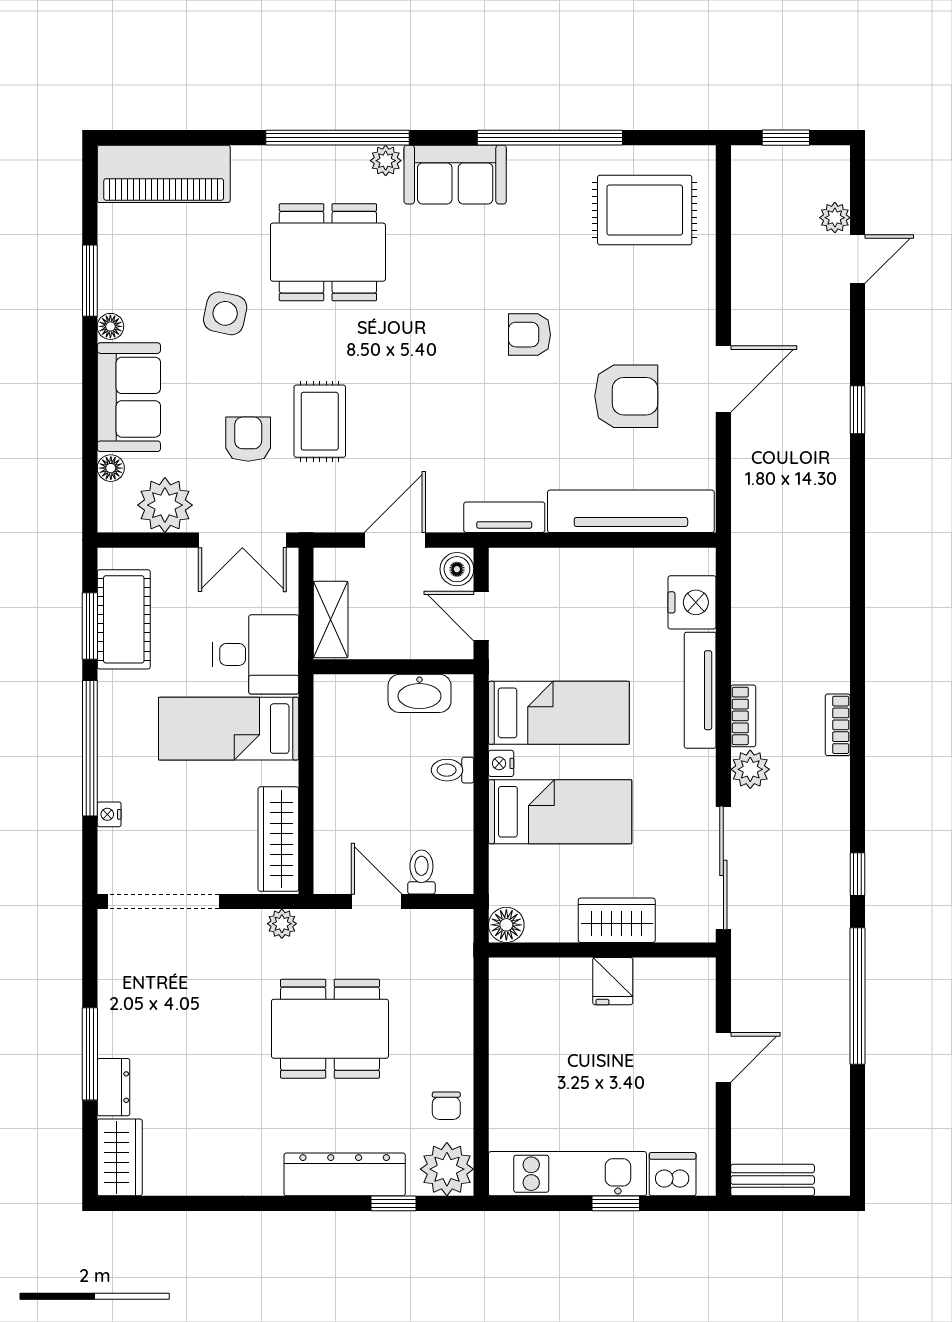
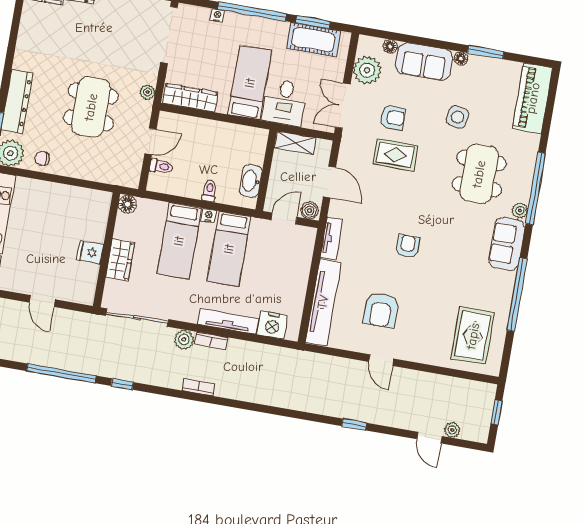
armchair: (529, 335) -> (408, 246), moved
door: (723, 379) -> (381, 360), width x0.73

